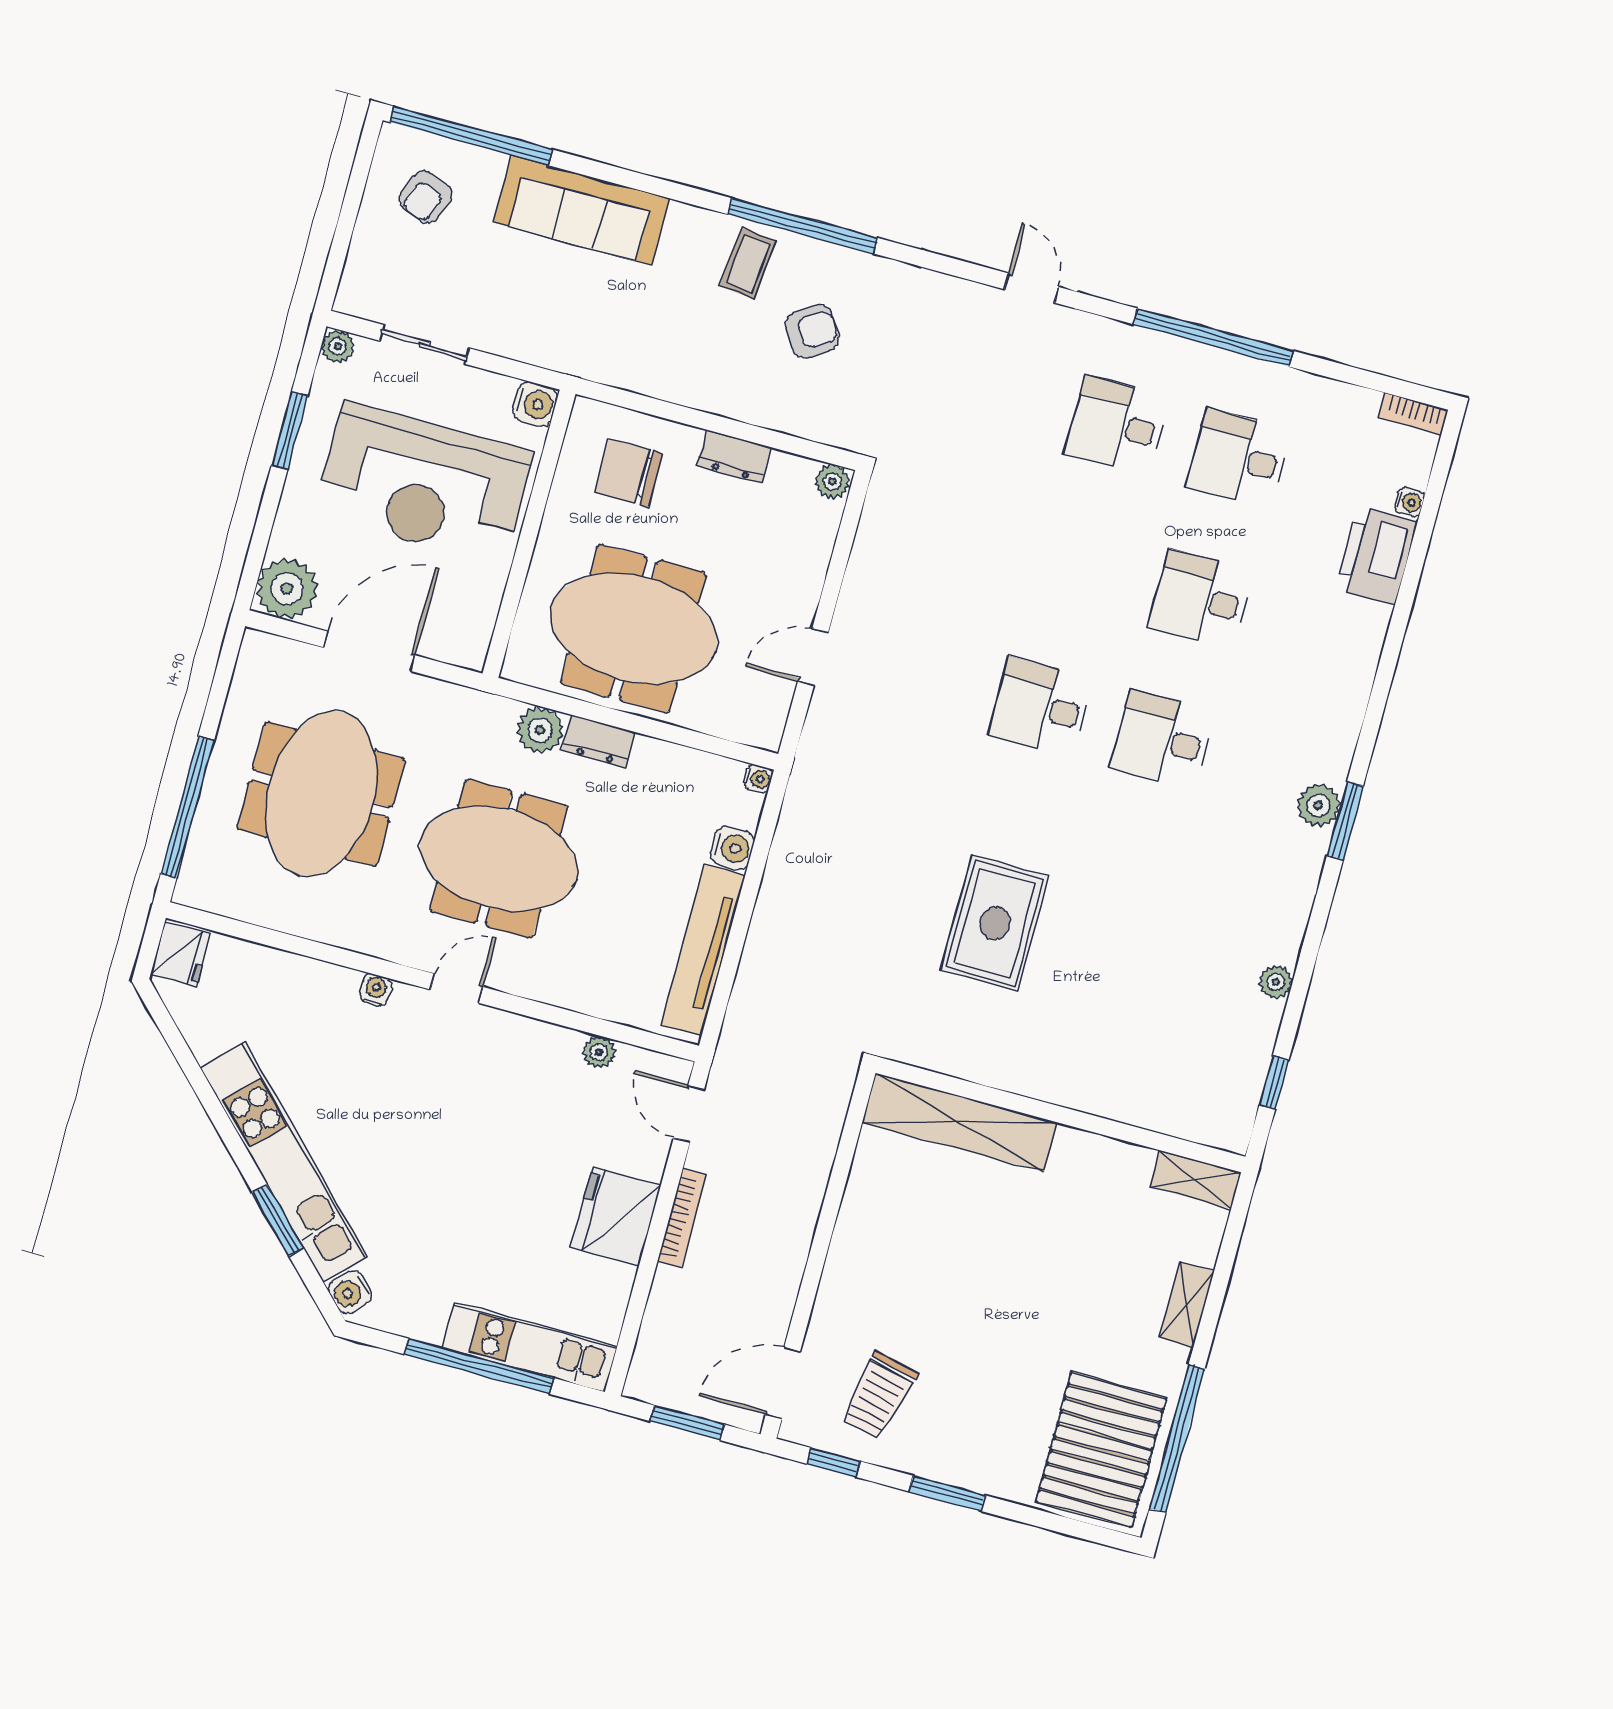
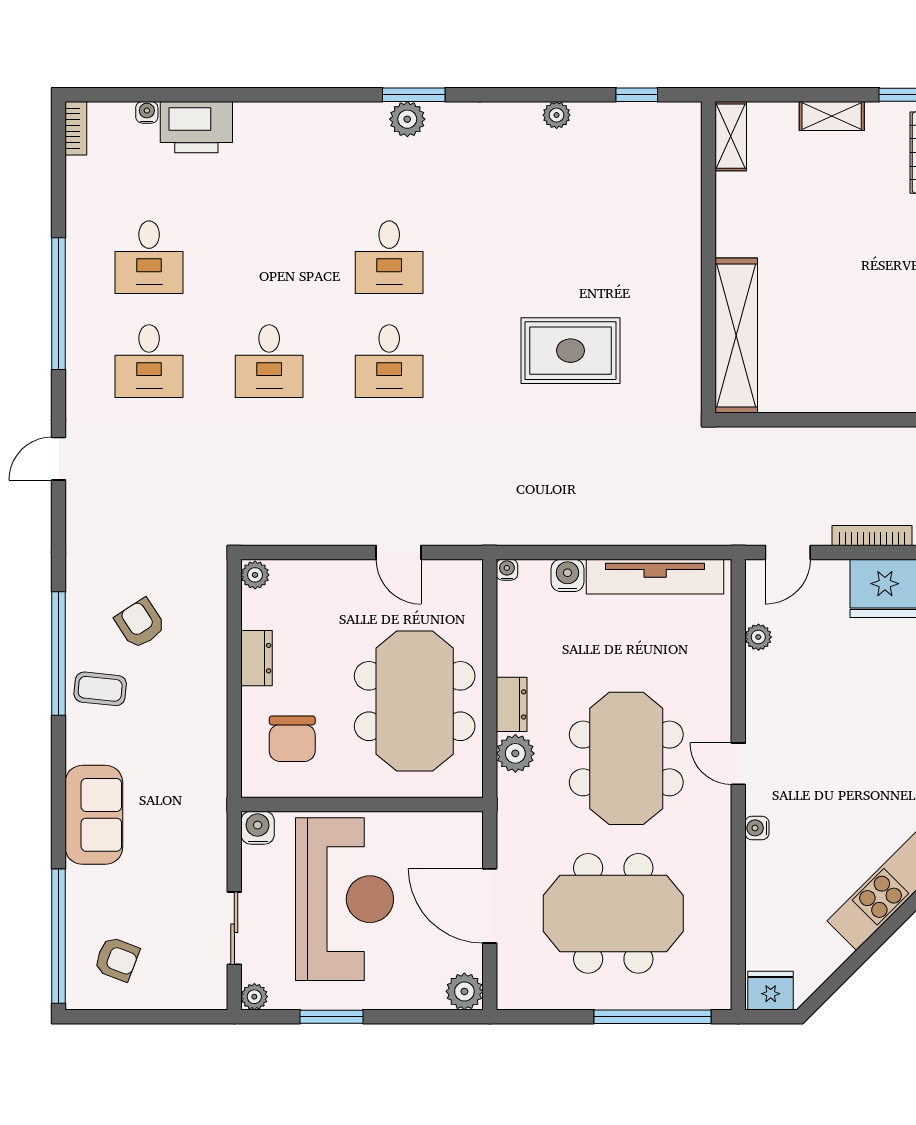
sofa: (581, 210) -> (94, 815), width x0.73
plant: (287, 589) -> (464, 991), width x0.73, depth x0.73
desk: (1201, 599) -> (269, 361), moved

